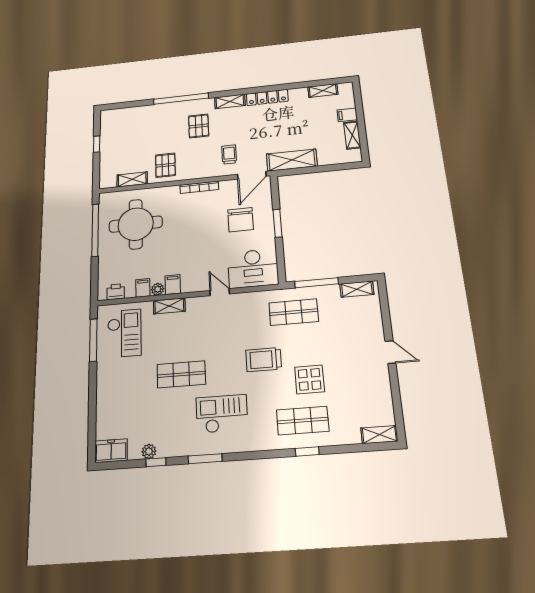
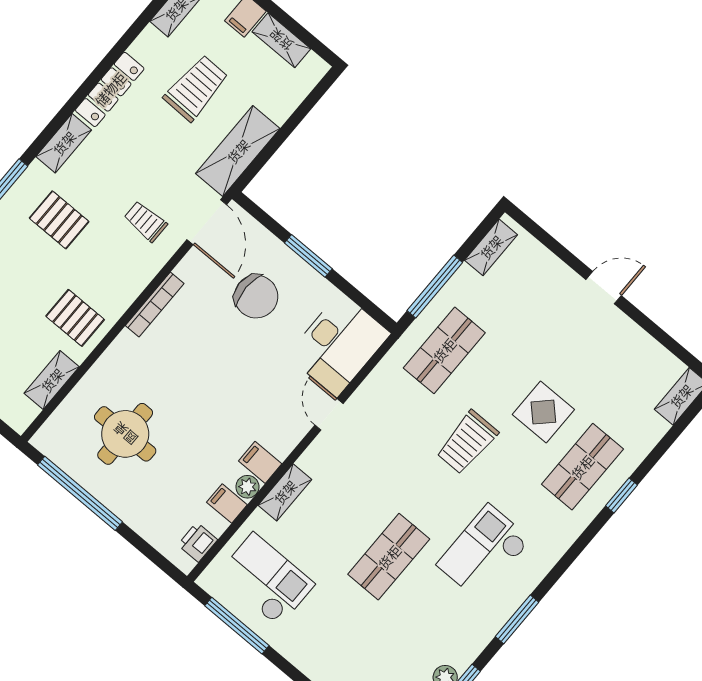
trolley: (300, 124) -> (196, 88), added
round table: (136, 224) -> (125, 434), width x0.73, depth x0.73
door: (220, 292) -> (329, 414), hinge flipped

